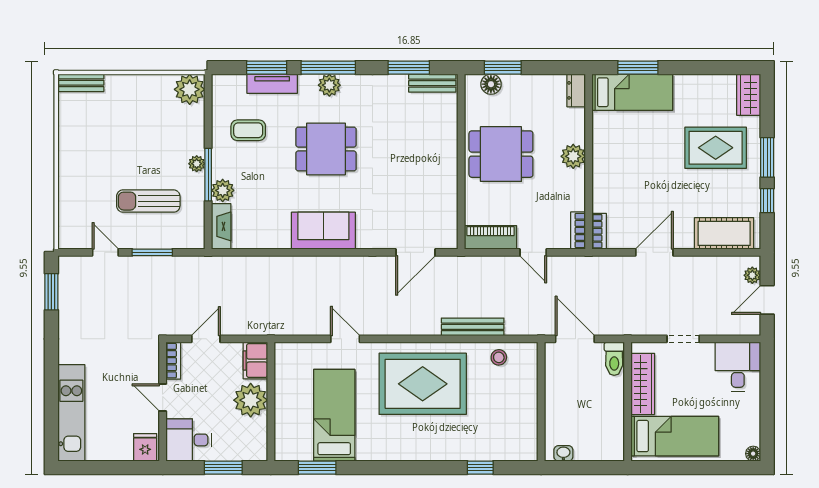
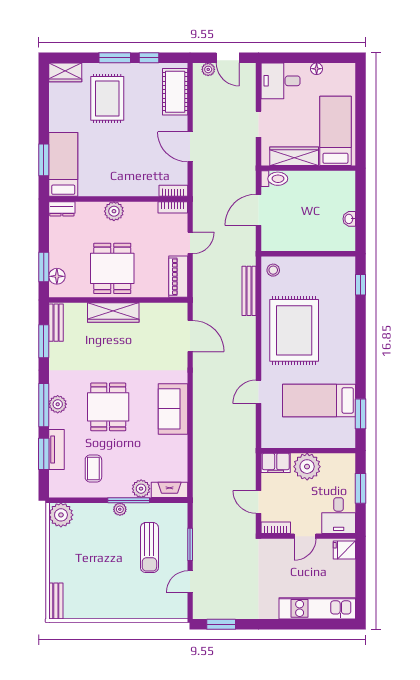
wardrobe: (445, 155) -> (113, 312), added
wall: (541, 402) -> (308, 254), moved
floor lamp: (753, 454) -> (317, 69), moved

